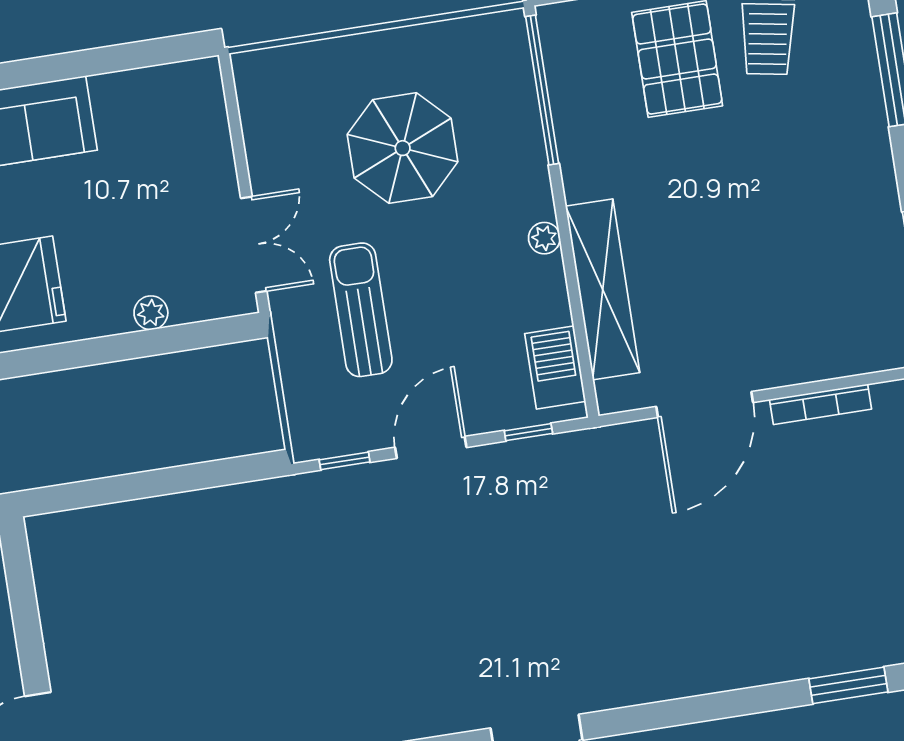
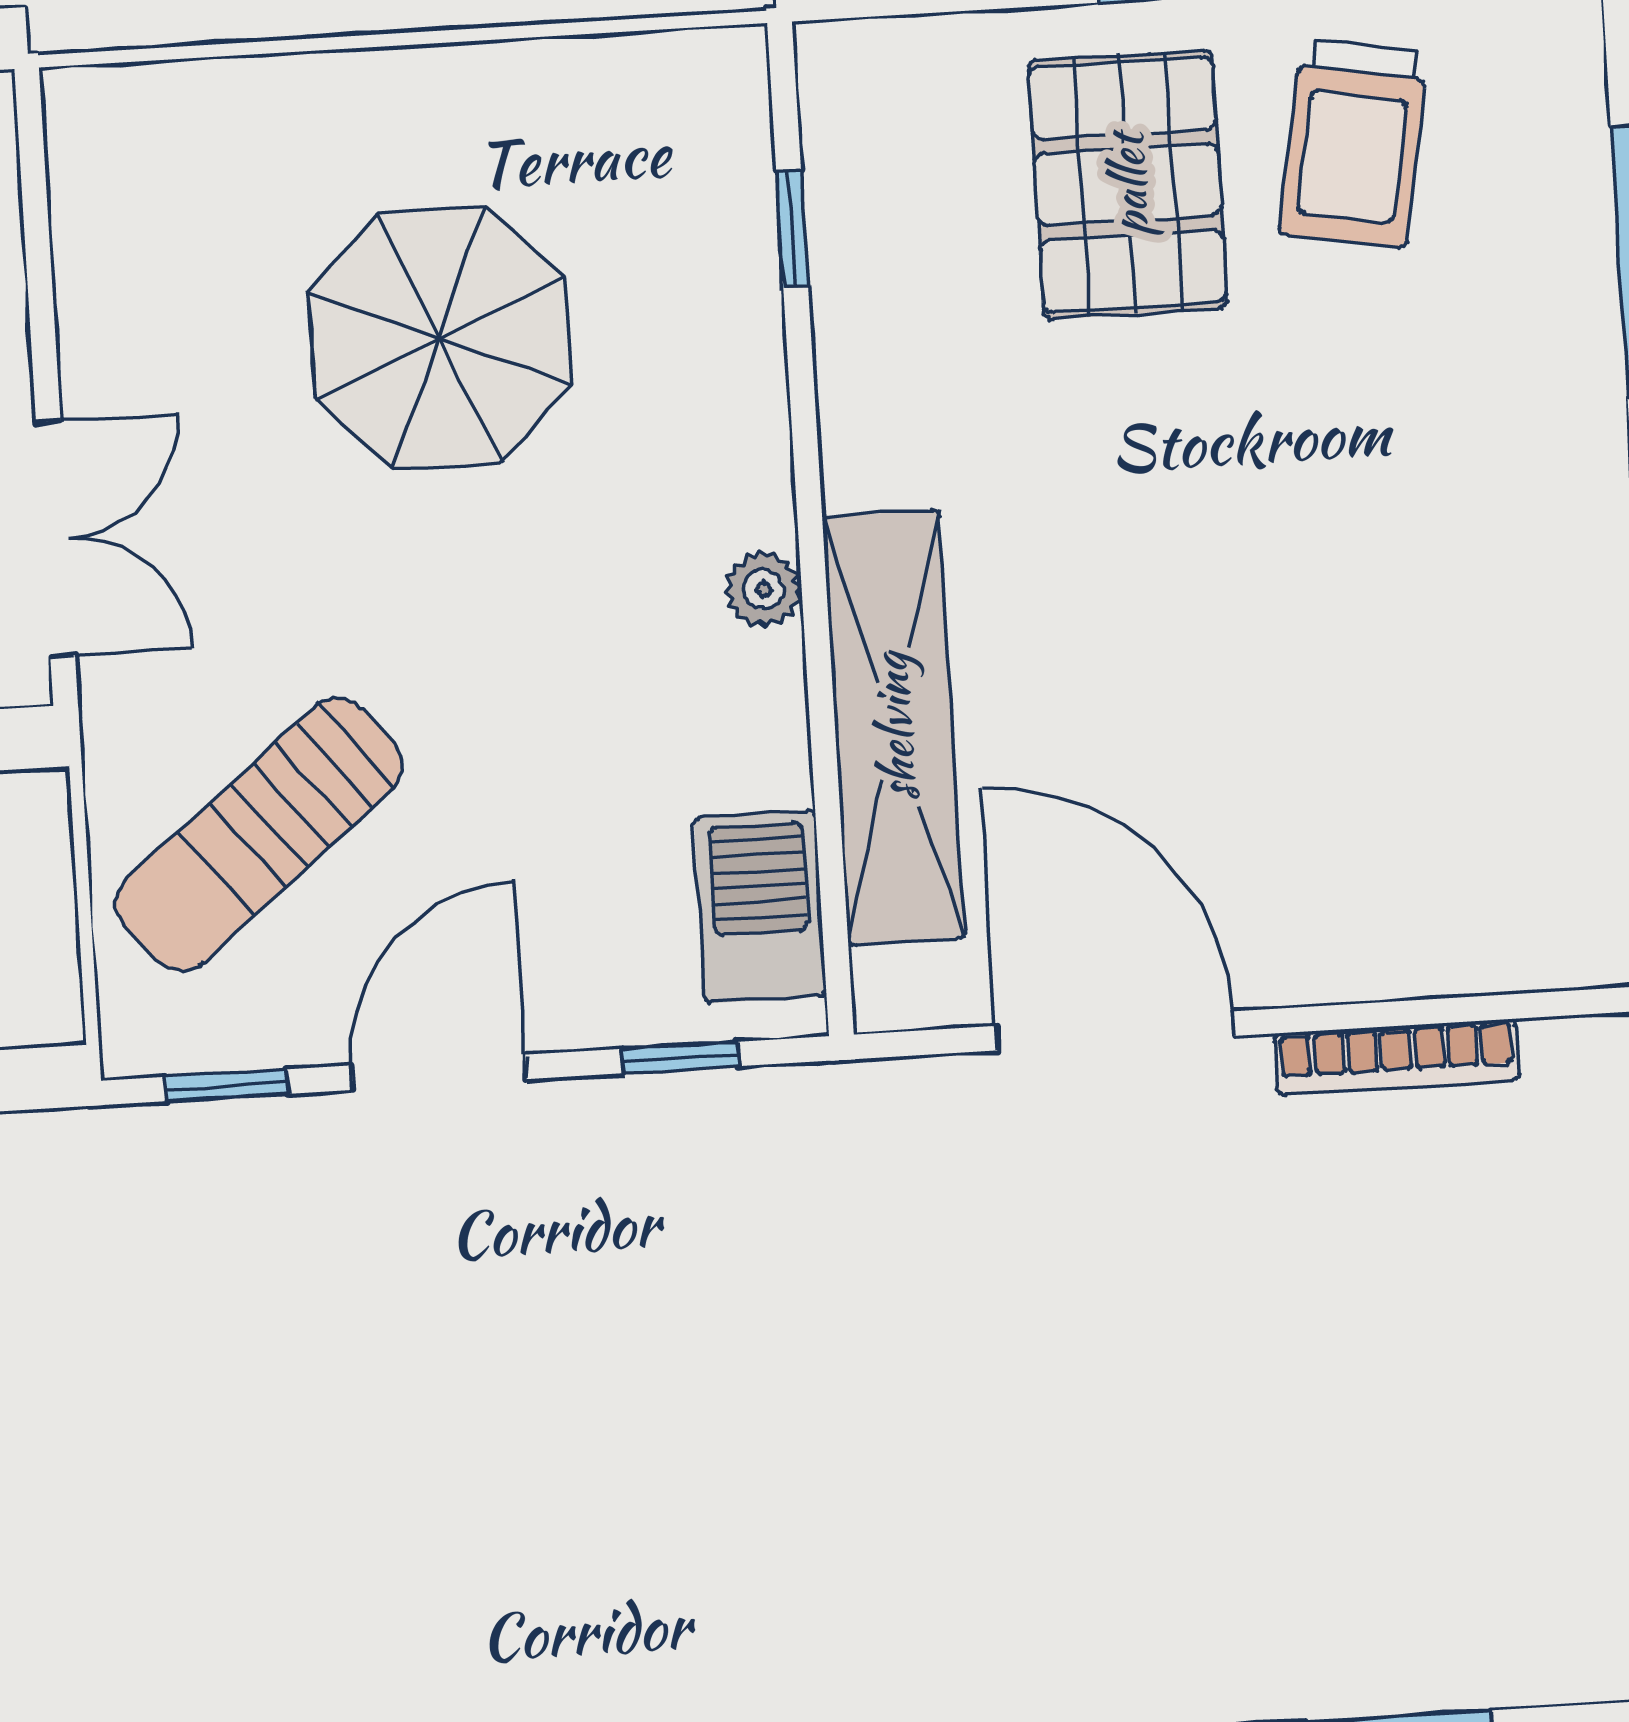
window: (542, 90) -> (792, 229), width x0.32
sun lounger: (361, 310) -> (259, 835), moved, turned -129
door: (705, 405) -> (1115, 1031), swing flipped

